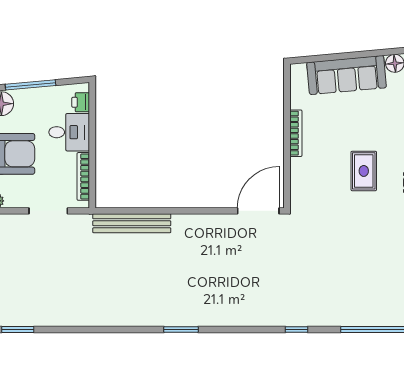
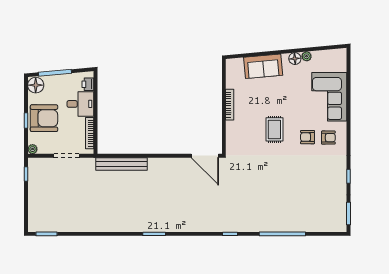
sofa: (347, 75) -> (263, 66), width x0.73
door: (258, 211) -> (205, 156), swing flipped

